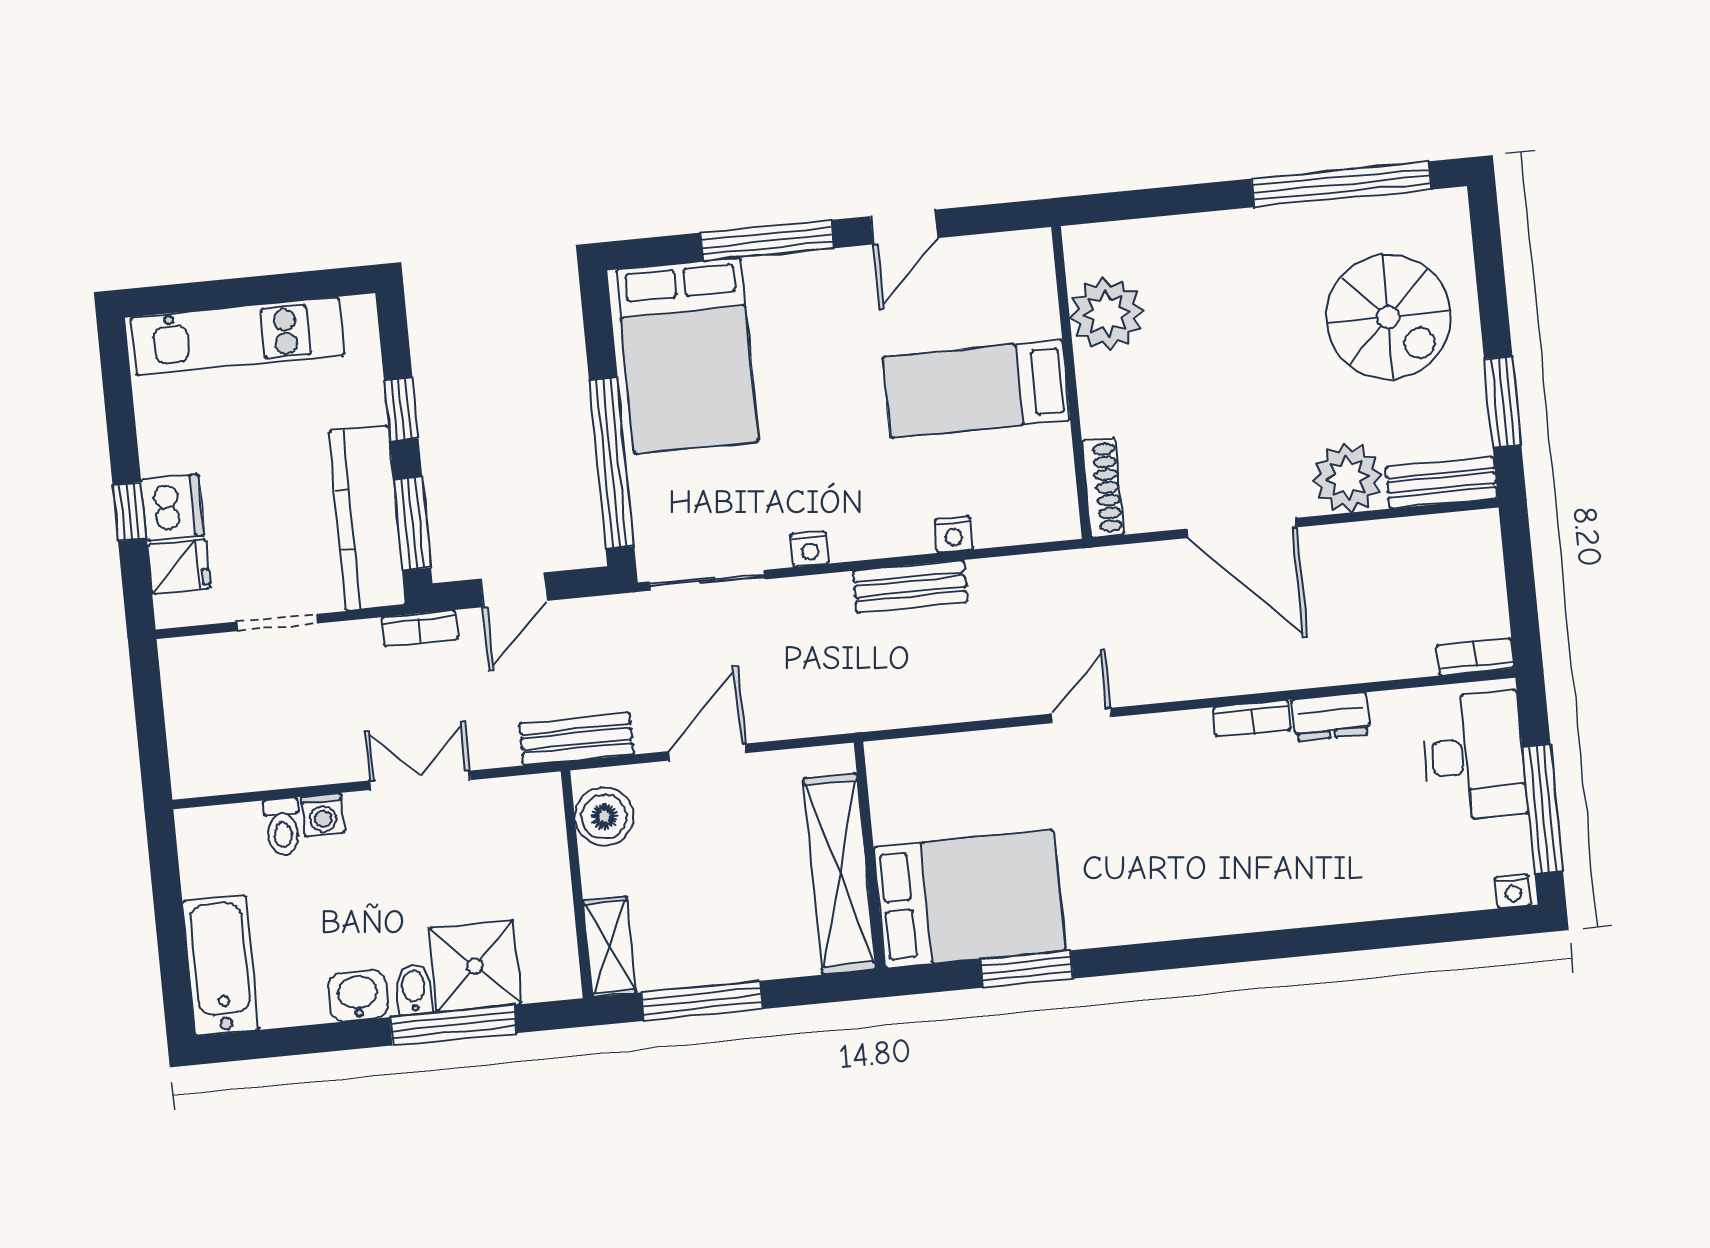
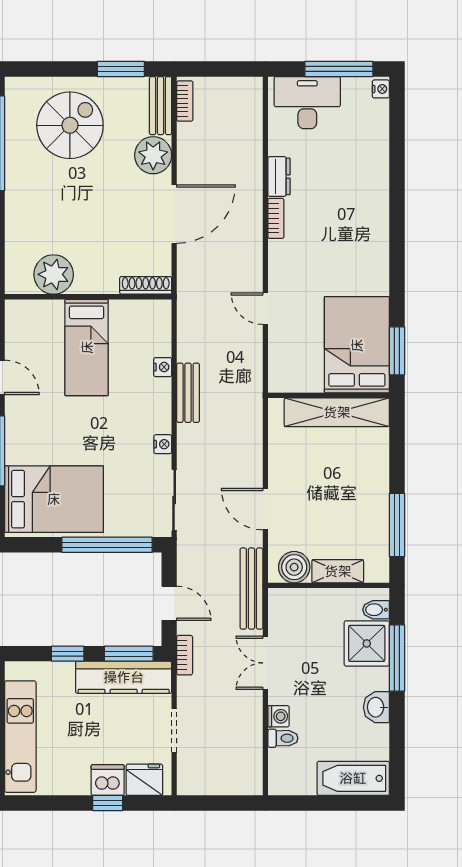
fridge: (179, 566) -> (144, 780), width x1.38
bookcase: (1475, 657) -> (185, 101), moved, turned 180
bench: (577, 739) -> (251, 589), width x1.36
wall: (870, 855) -> (329, 395), moved
shelving: (840, 874) -> (337, 412), moved
bed: (969, 899) -> (357, 345), moved
shelving: (609, 947) -> (338, 571), moved
bidet: (414, 989) -> (376, 610), moved

